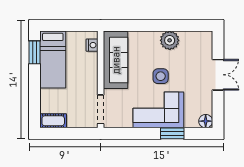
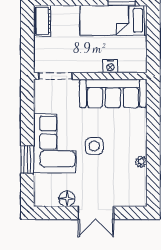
plant: (170, 40) -> (141, 162), width x0.53, depth x0.53
nightstand: (92, 45) -> (110, 66), moved
floor lamp: (206, 121) -> (67, 199), moved

